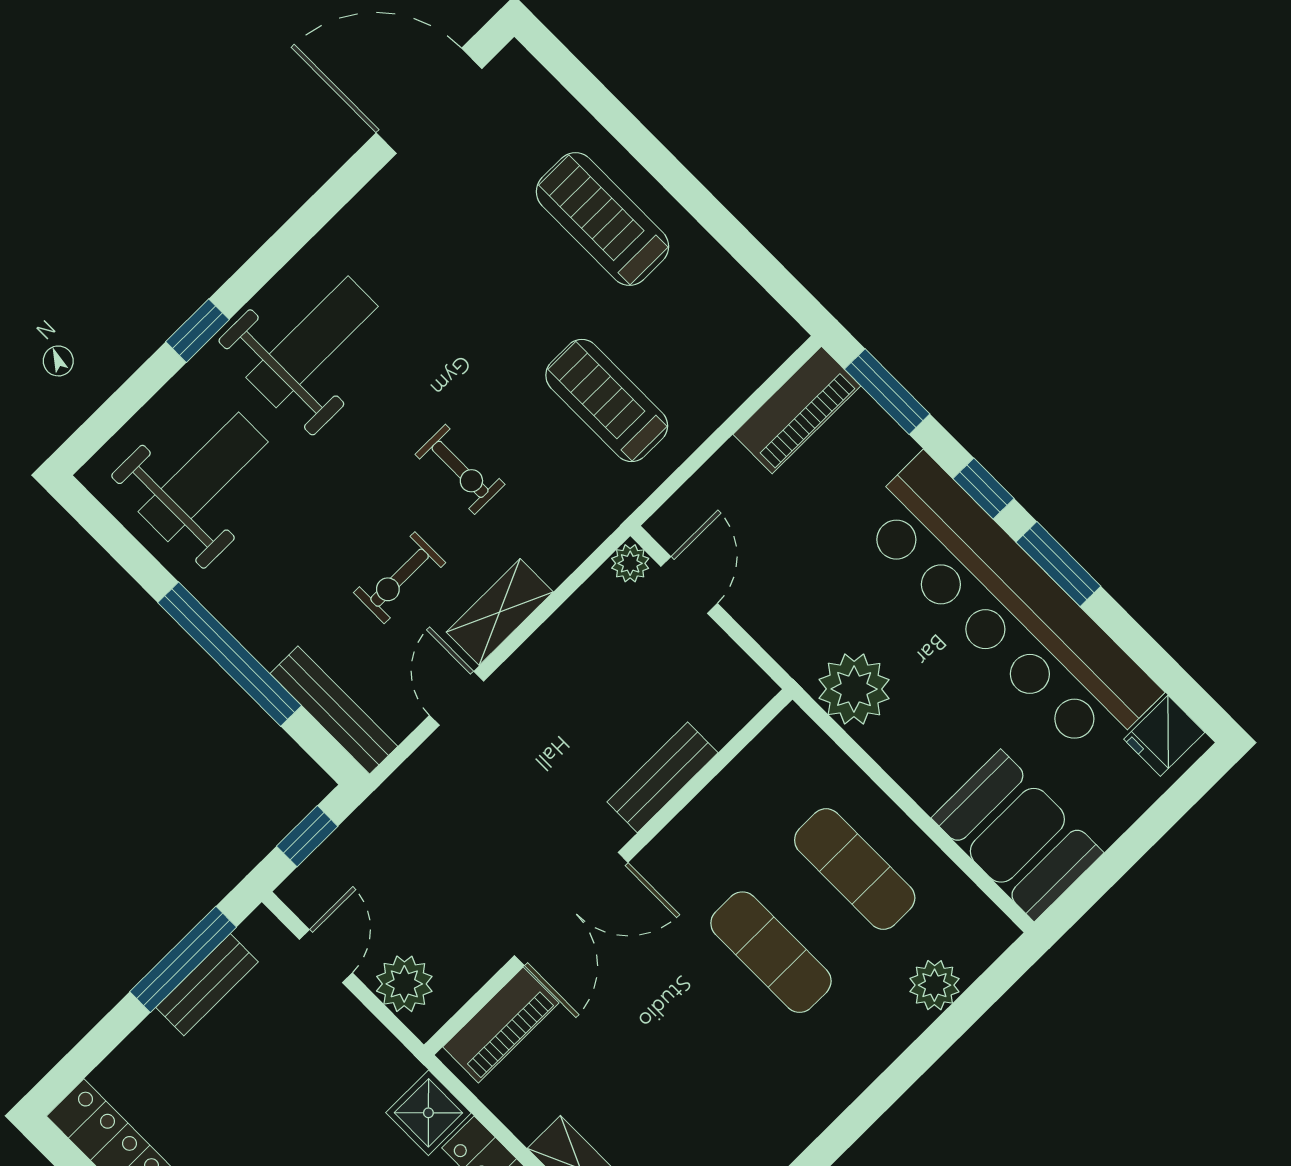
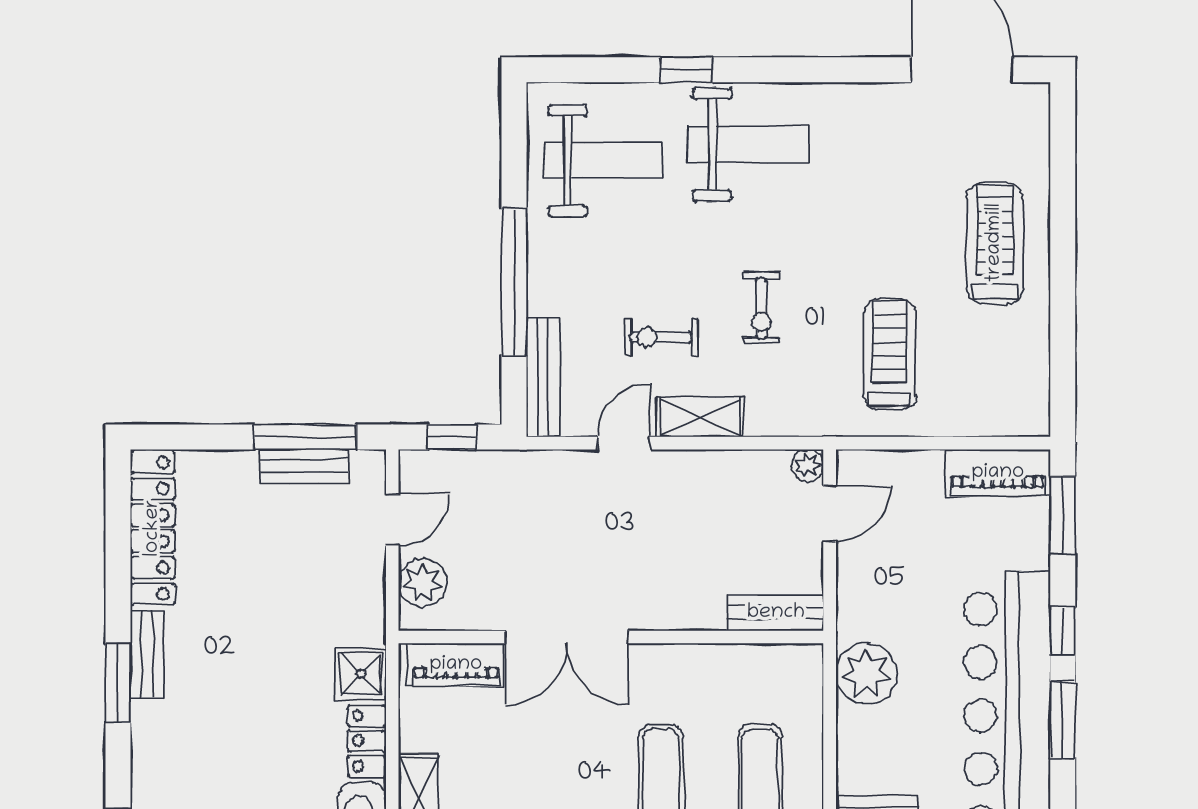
bench: (662, 777) -> (776, 613), moved

